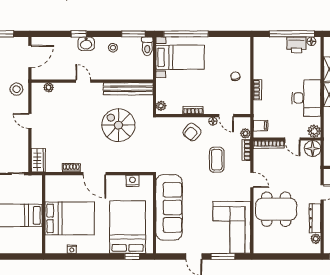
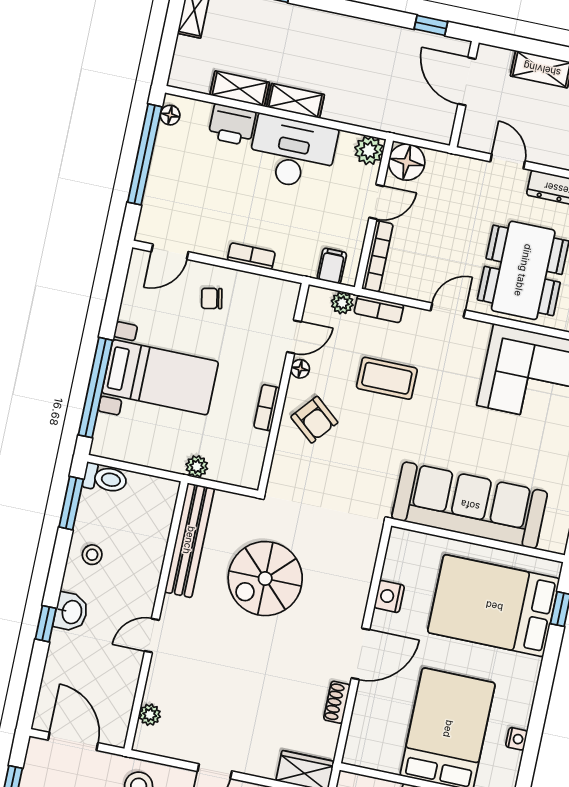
printer: (297, 45) -> (232, 125), moved, turned 90
door: (252, 54) -> (170, 252), added
bed with nightstands: (180, 57) -> (160, 377), moved, turned 90
plant: (161, 106) -> (197, 466), moved
nightstand: (132, 181) -> (389, 596), moved

